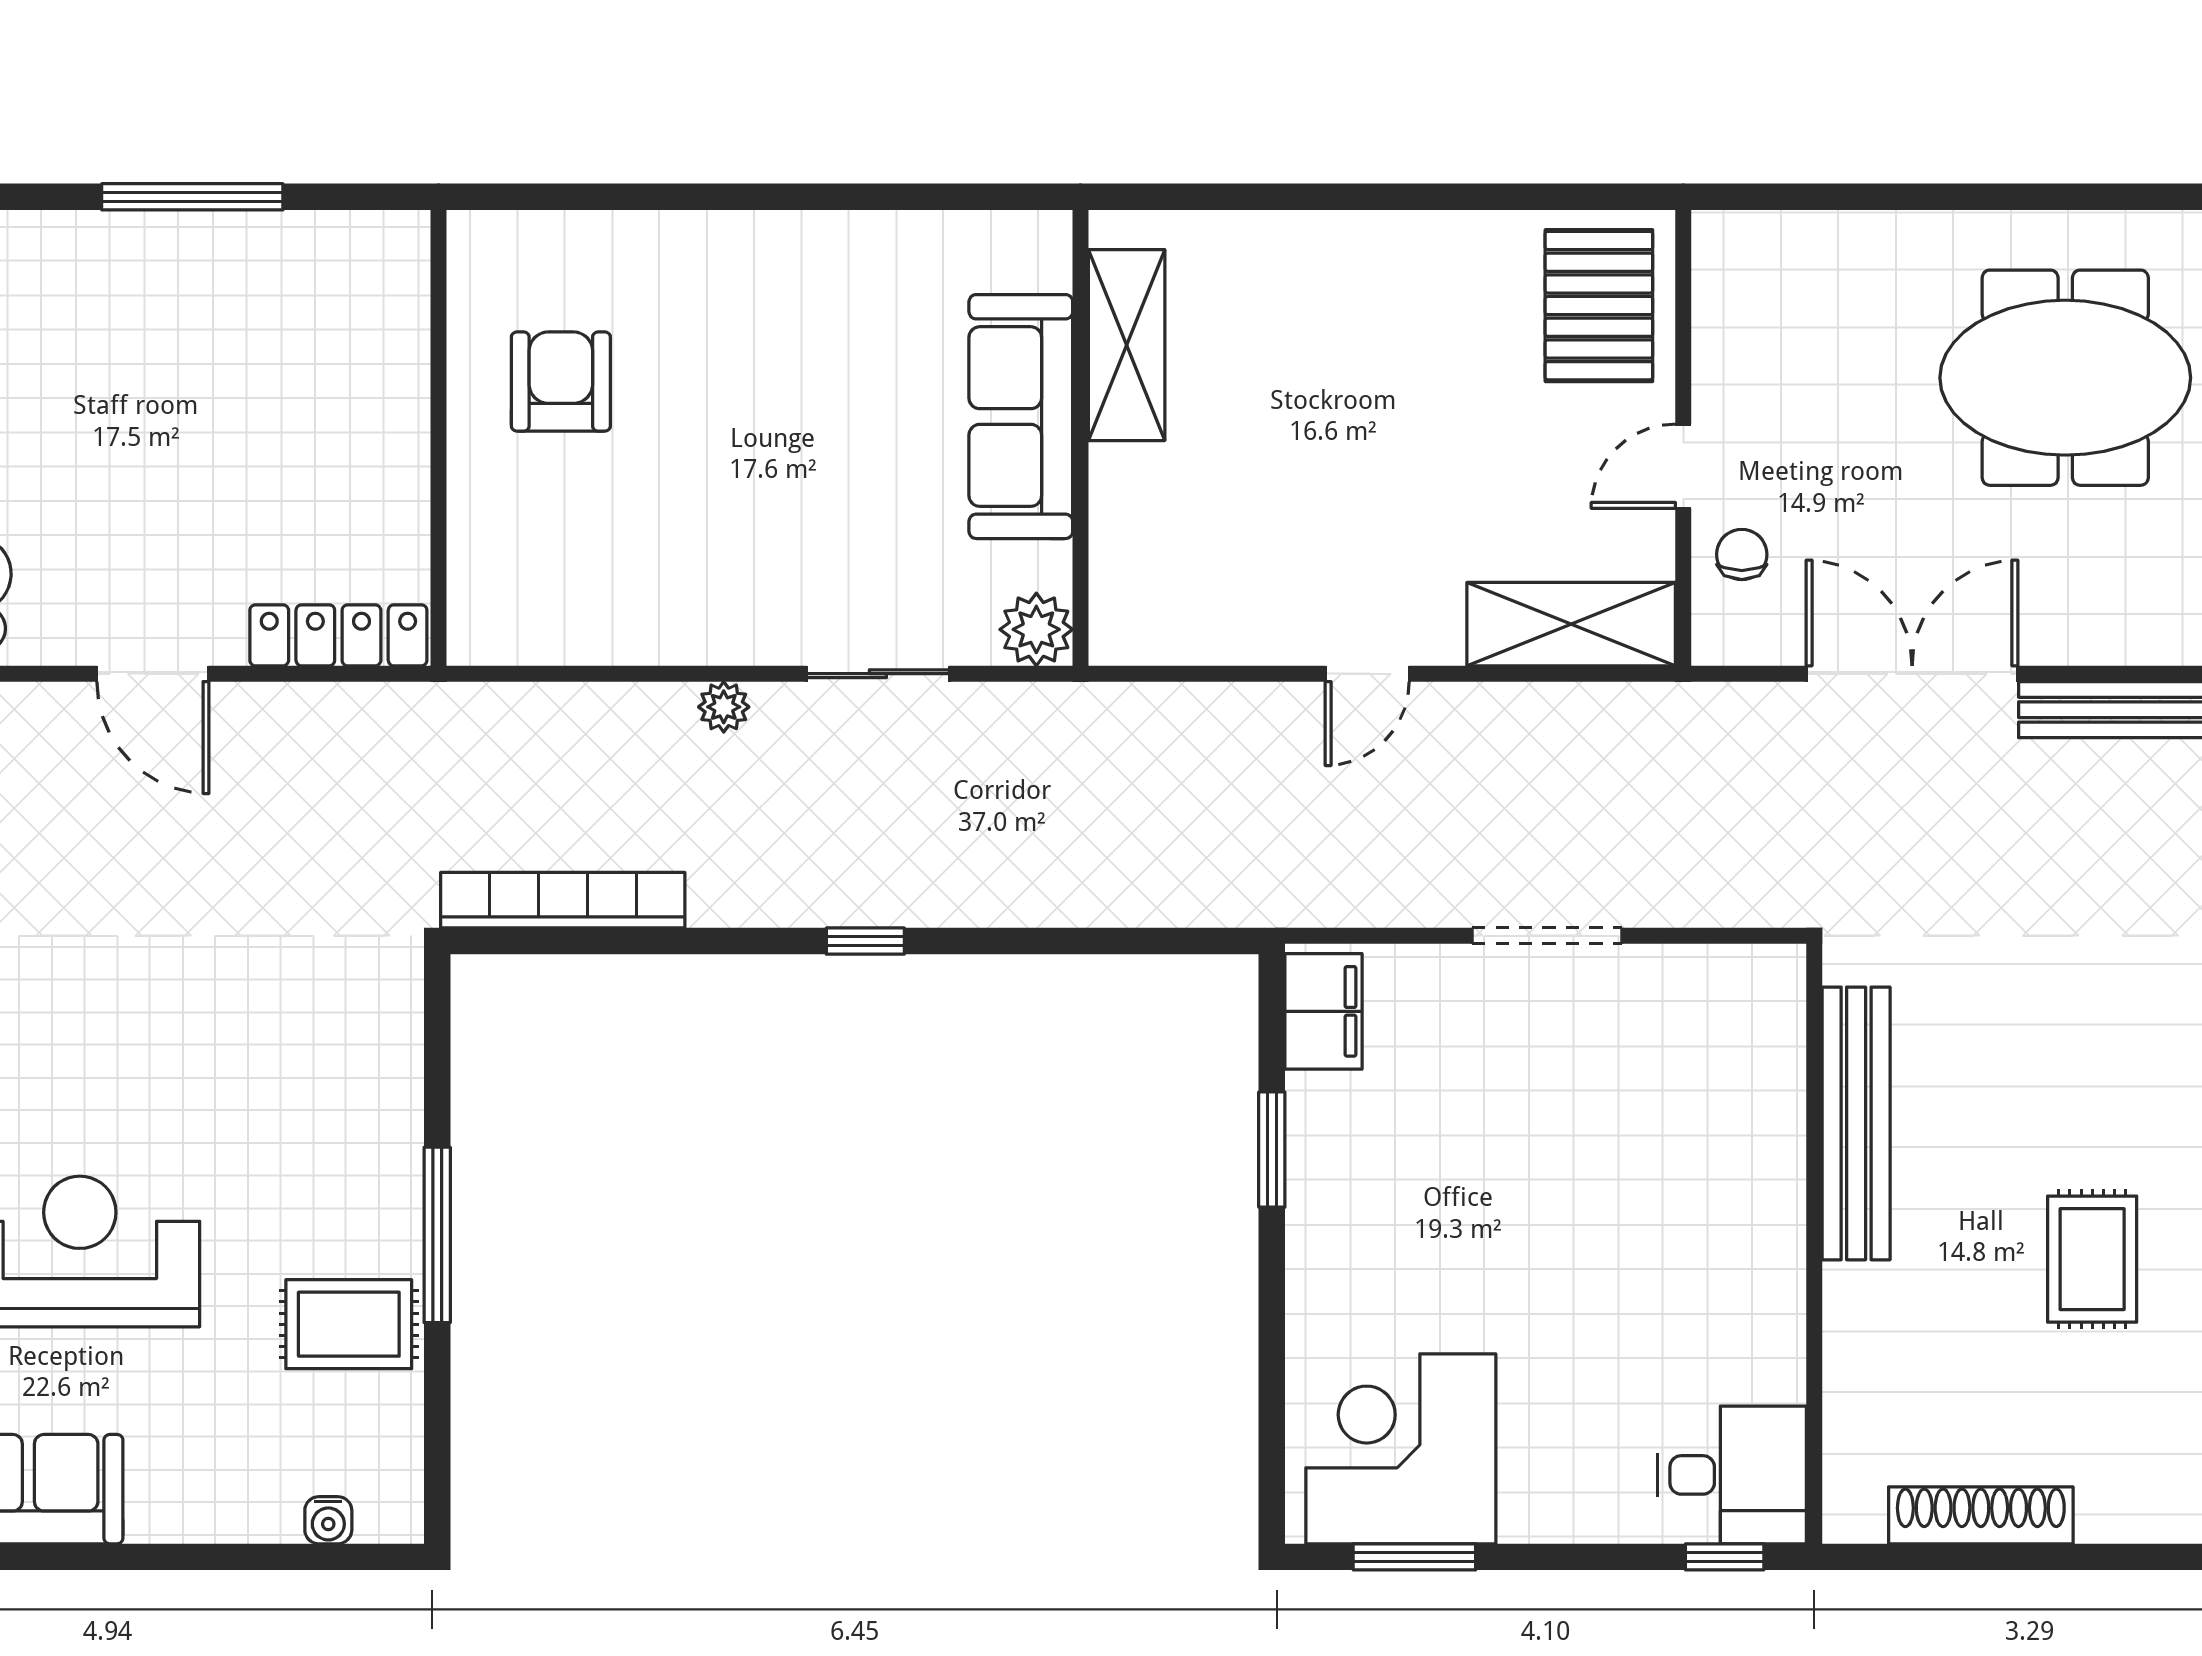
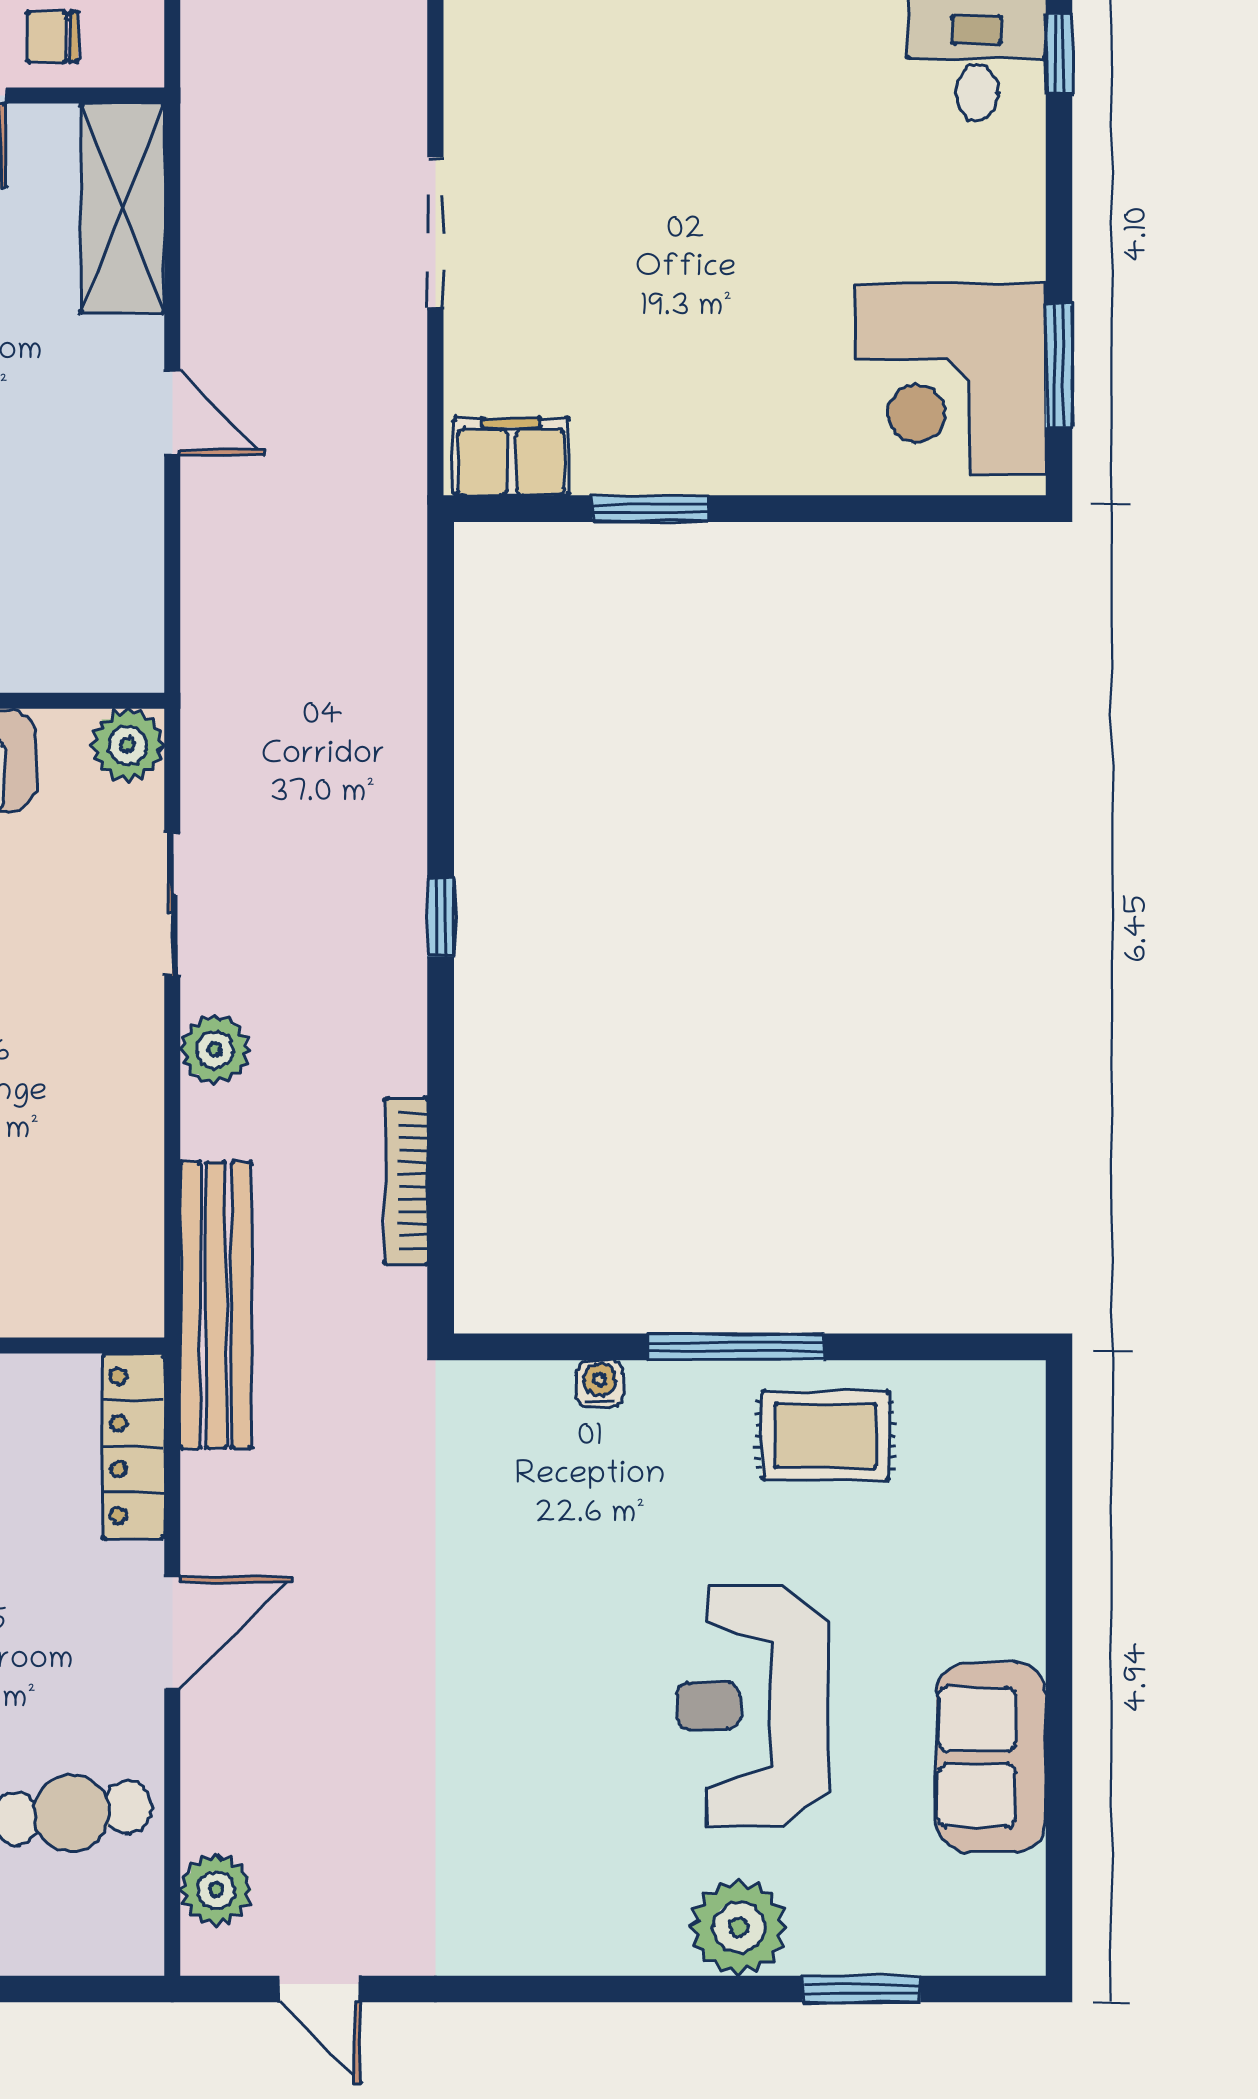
plant: (724, 707) -> (215, 1050), width x1.38, depth x1.38
bench: (479, 717) -> (216, 1305), added
bookcase: (563, 900) -> (406, 1181), width x0.68, depth x0.76
rug: (349, 1324) -> (825, 1436), turned 90
water cooler: (328, 1520) -> (600, 1384), moved, turned -90

